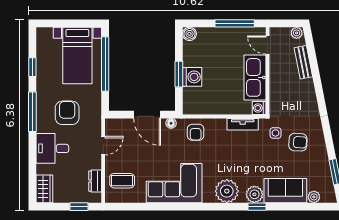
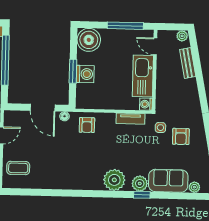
boiler: (189, 34) -> (89, 40), width x1.86, depth x1.86
armchair: (298, 142) -> (181, 136), turned 87
corner sofa: (174, 183) -> (66, 171), removed

